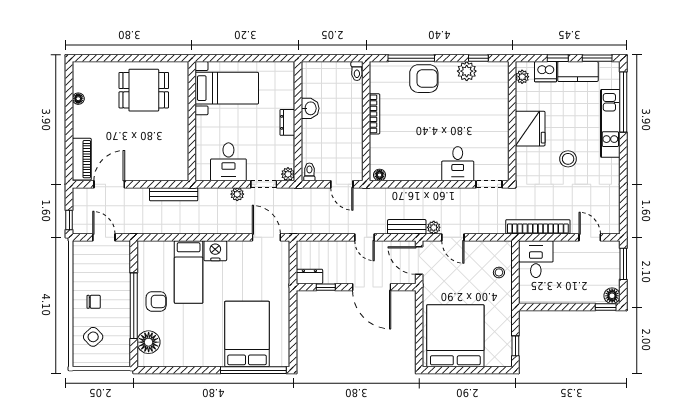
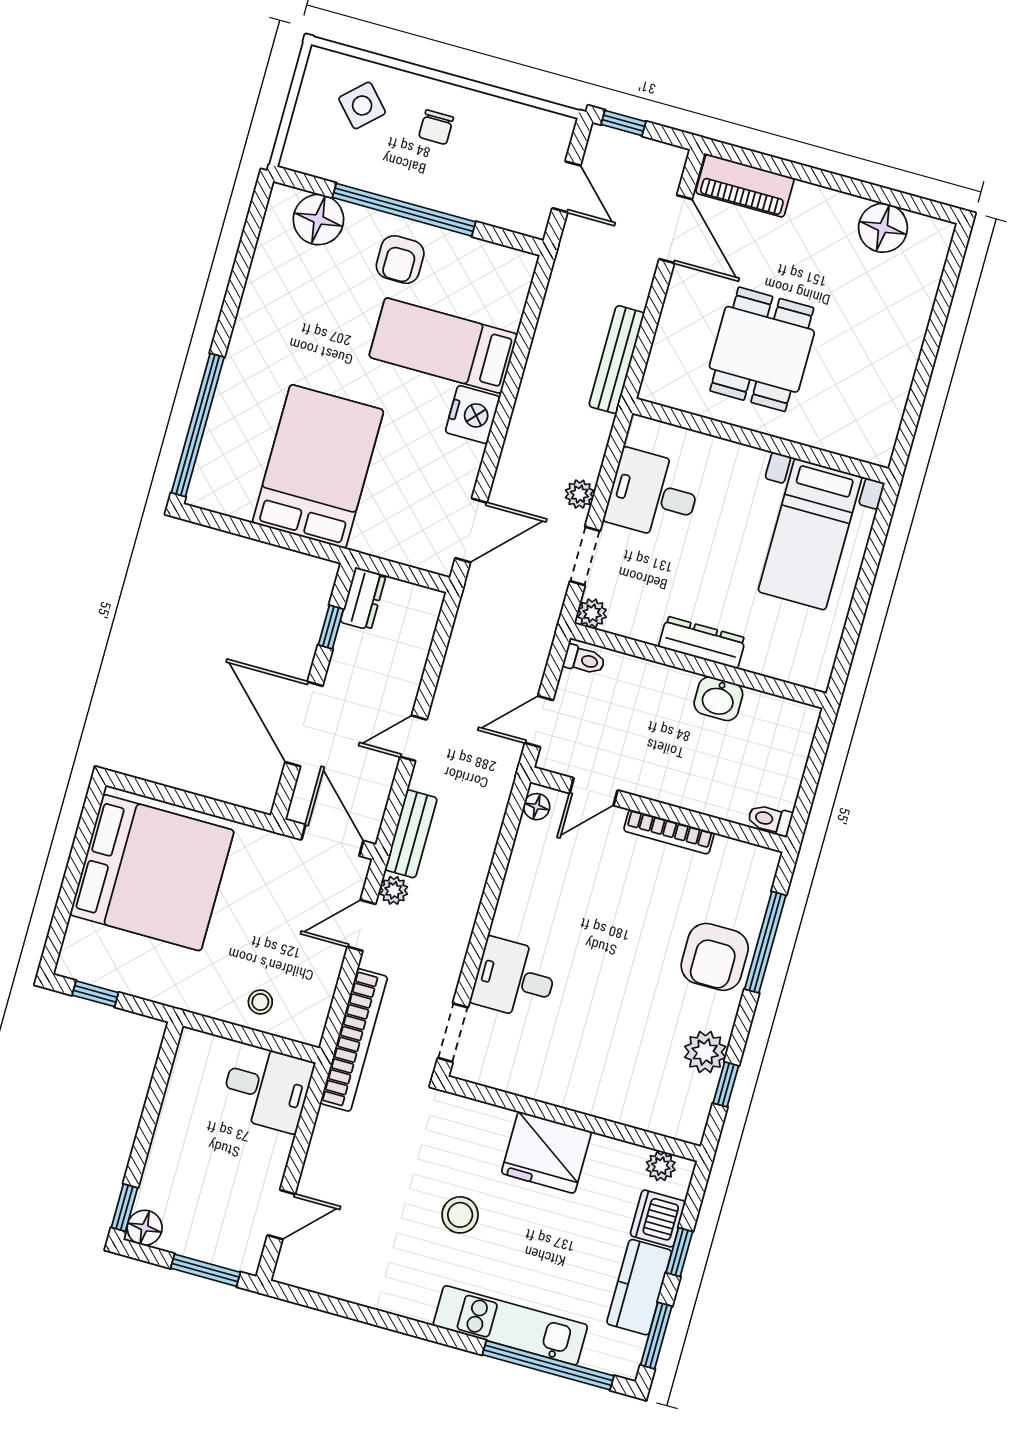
dining table: (144, 90) -> (762, 349), moved
floor lamp: (78, 99) -> (883, 228), width x1.89, depth x1.89
dresser: (287, 122) -> (702, 642), width x1.44
door: (366, 152) -> (594, 792), added
bookcase: (538, 227) -> (354, 1040), moved
door: (104, 237) -> (566, 187), hinge flipped
door: (419, 261) -> (332, 840), hinge flipped
door: (372, 287) -> (304, 724), hinge flipped
bed: (247, 334) -> (318, 466), moved, turned -90

